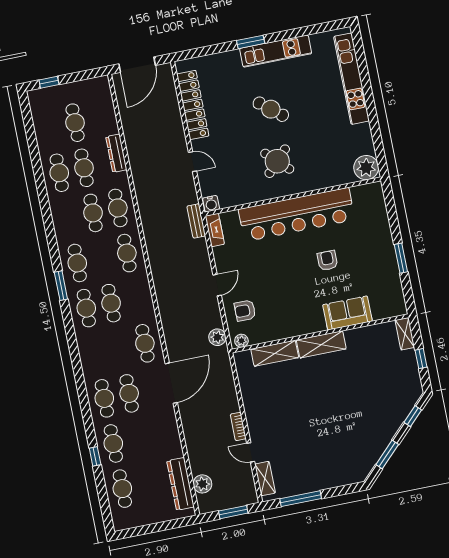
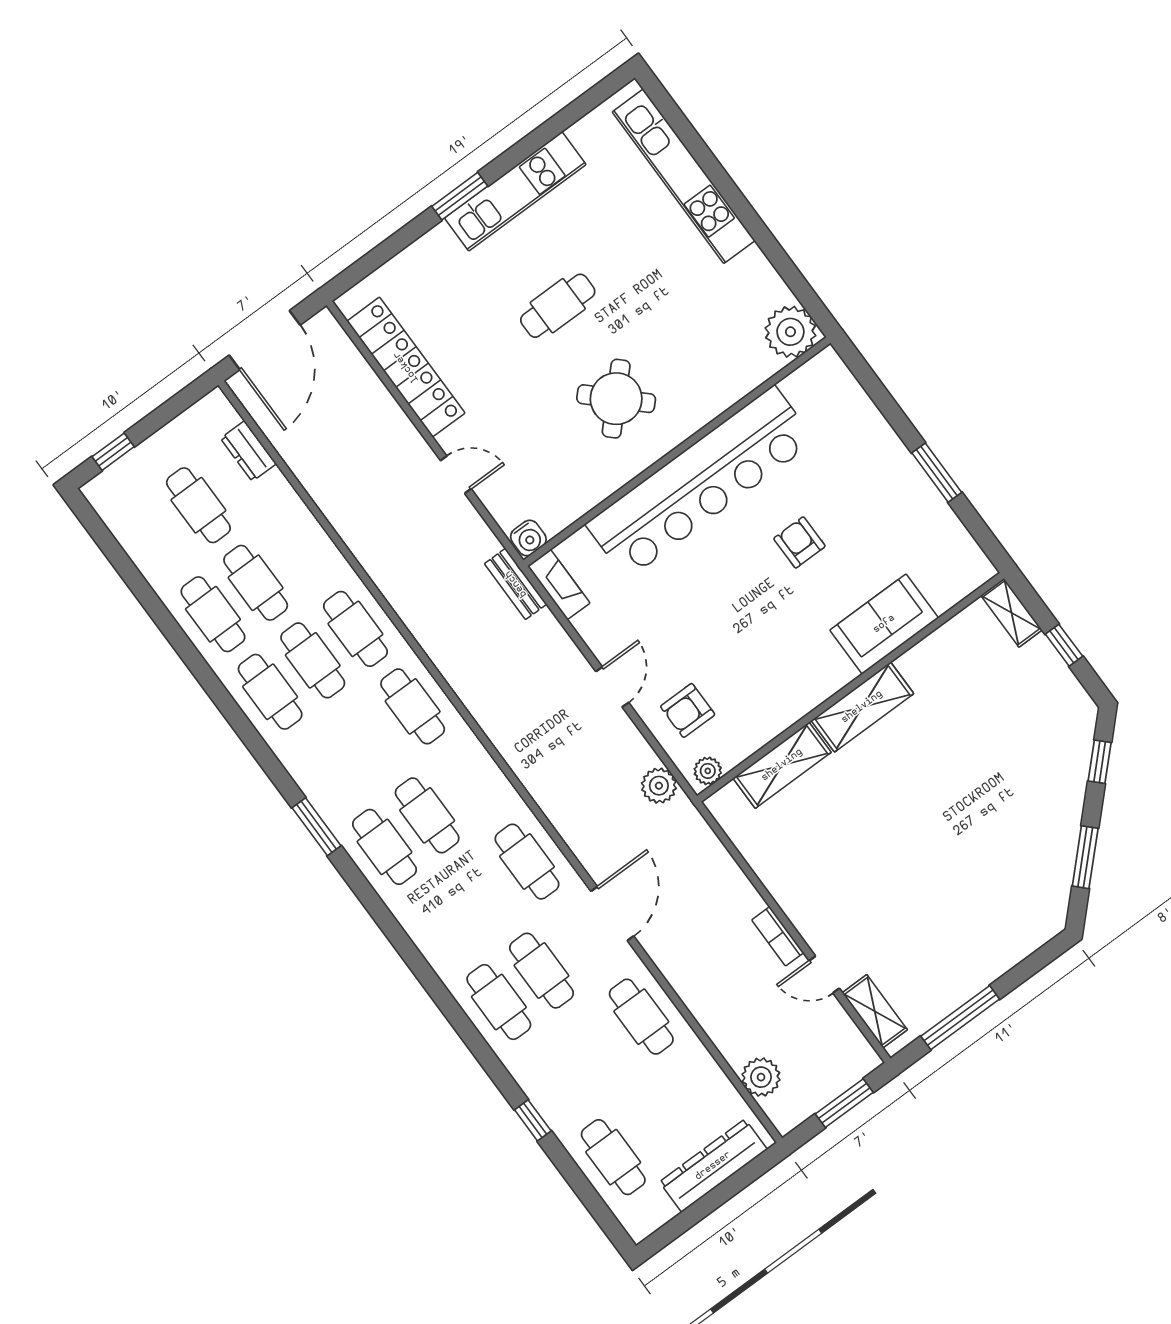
cafe table: (271, 109) -> (558, 306), turned -39
dresser: (116, 153) -> (248, 451), moved, width x0.70
cafe table: (77, 263) -> (270, 692), moved
door: (171, 383) -> (612, 914), width x0.73
cafe table: (113, 443) -> (641, 1017), moved
dresser: (181, 484) -> (713, 1166), moved, turned 90

